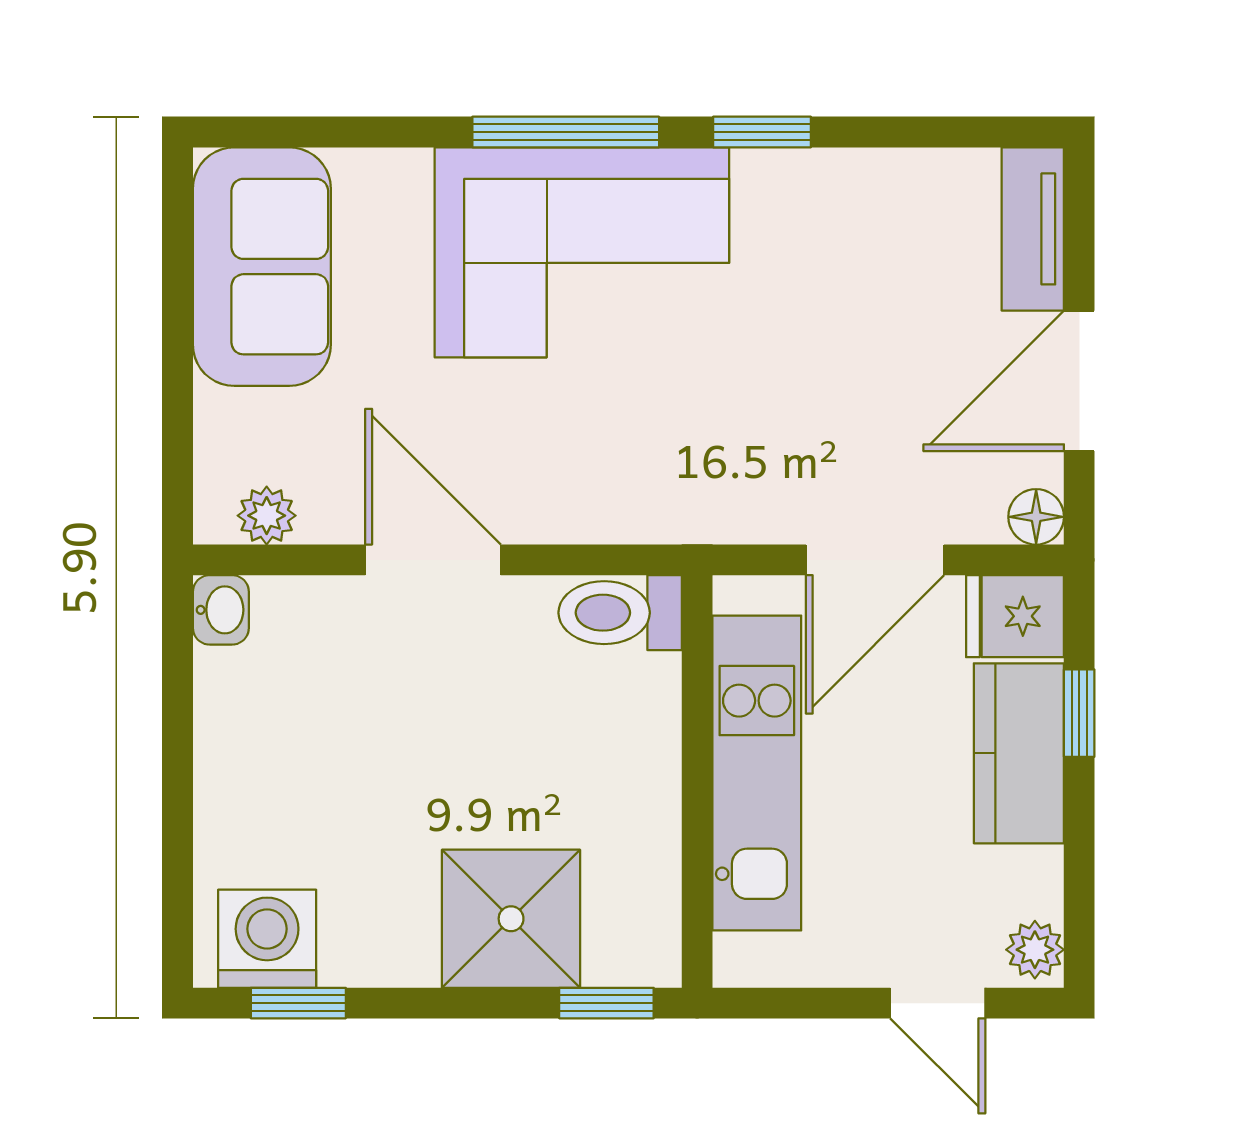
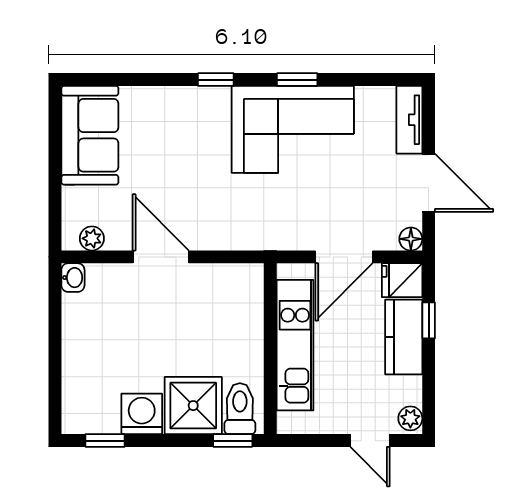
window: (566, 132) -> (216, 80), width x0.46
corner sofa: (582, 252) -> (293, 129), moved
door: (1079, 381) -> (429, 183), swing flipped
toilet: (620, 613) -> (240, 409), moved, turned 90
washing machine: (267, 939) -> (142, 414), moved

